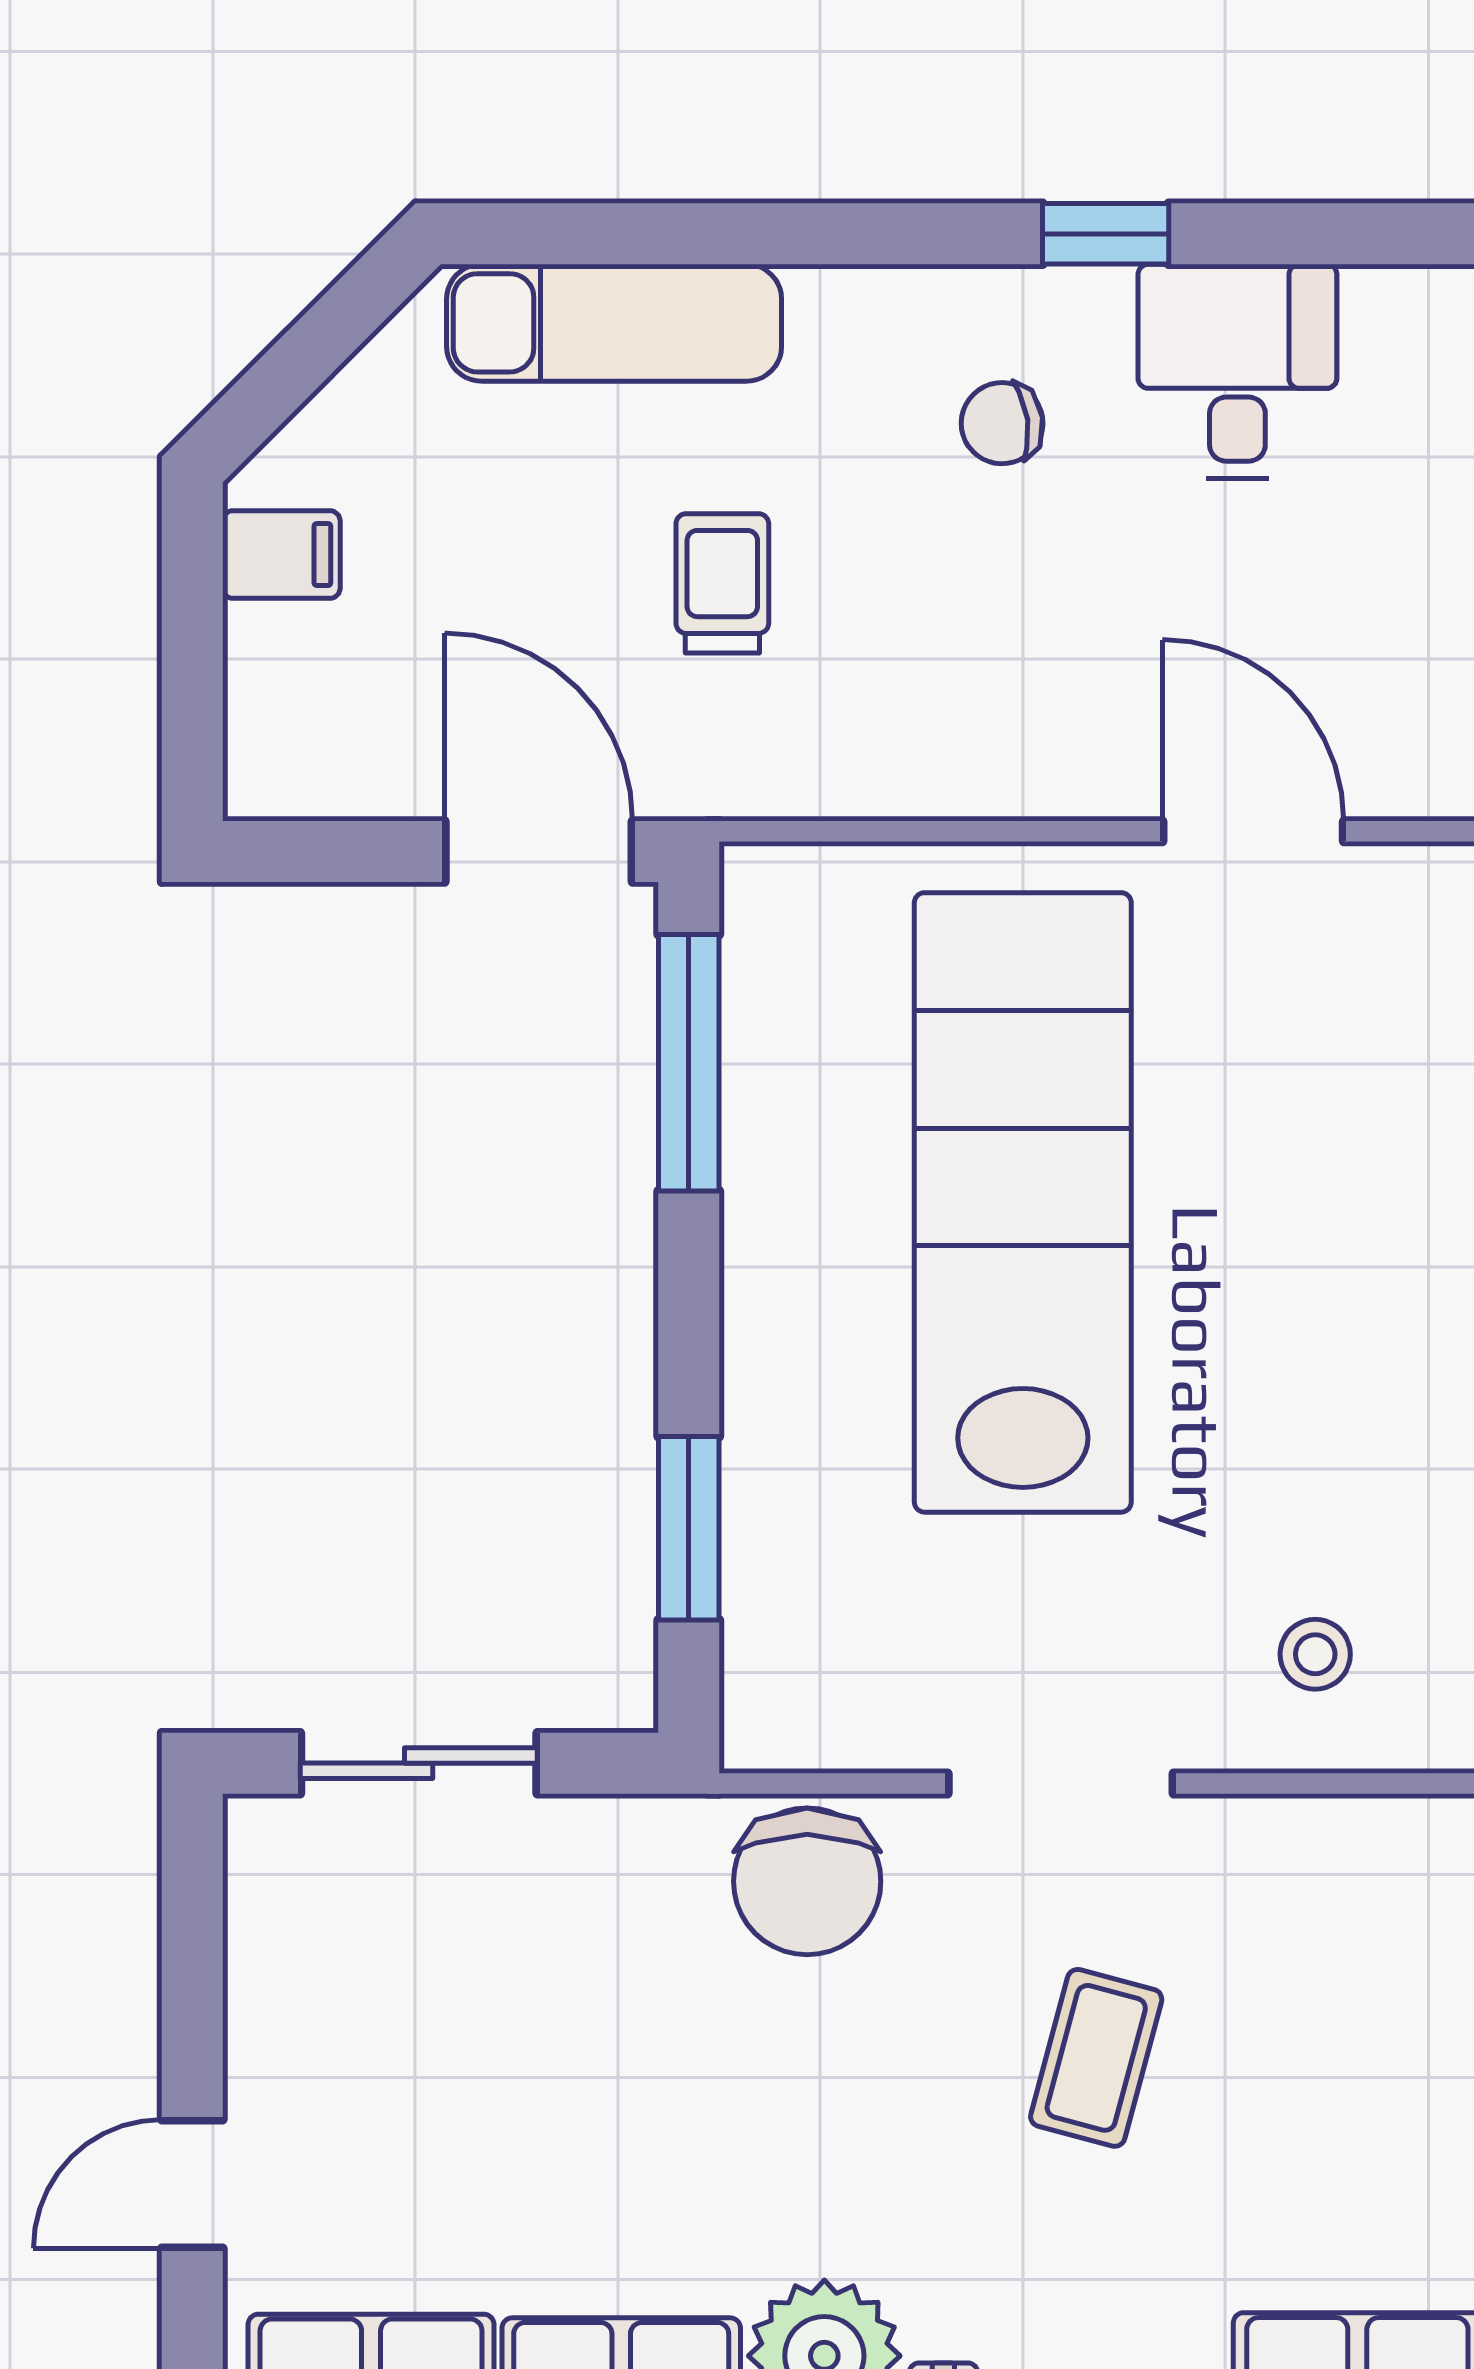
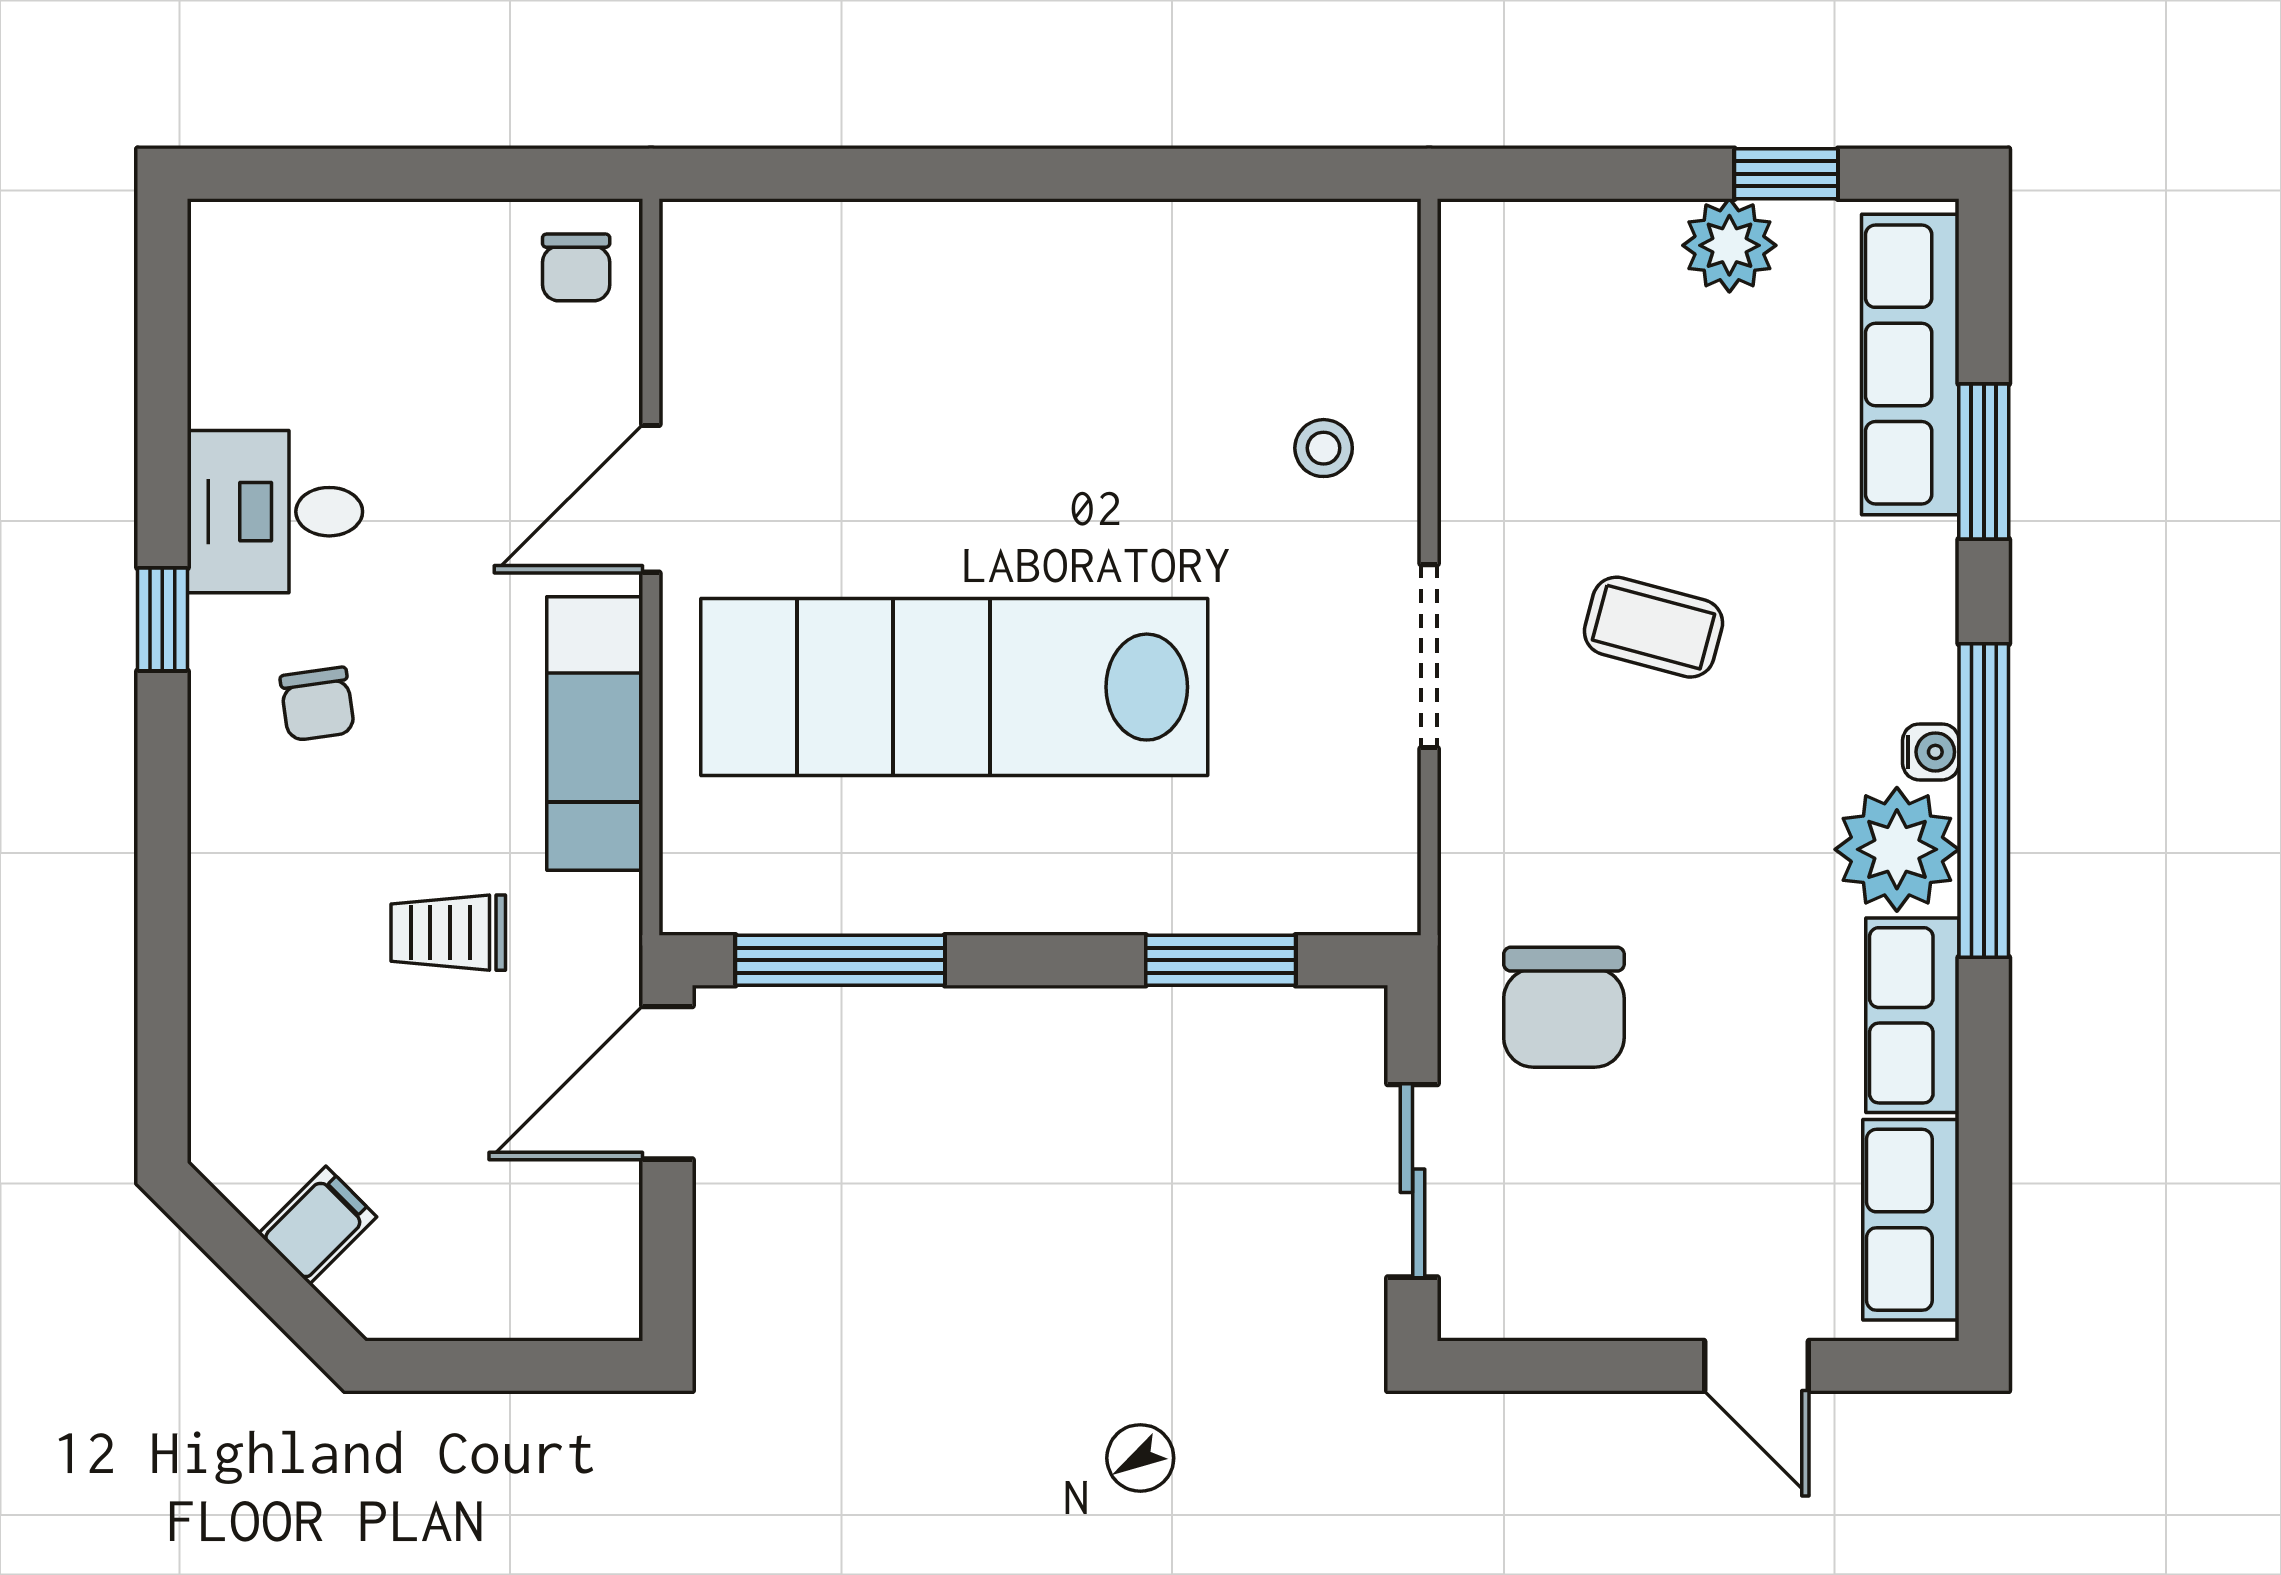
exam couch: (614, 323) -> (595, 733), moved, turned 180
filing cabinet: (281, 555) -> (318, 1225), moved, turned 45
chair: (807, 1881) -> (1564, 1007), moved, turned 90

